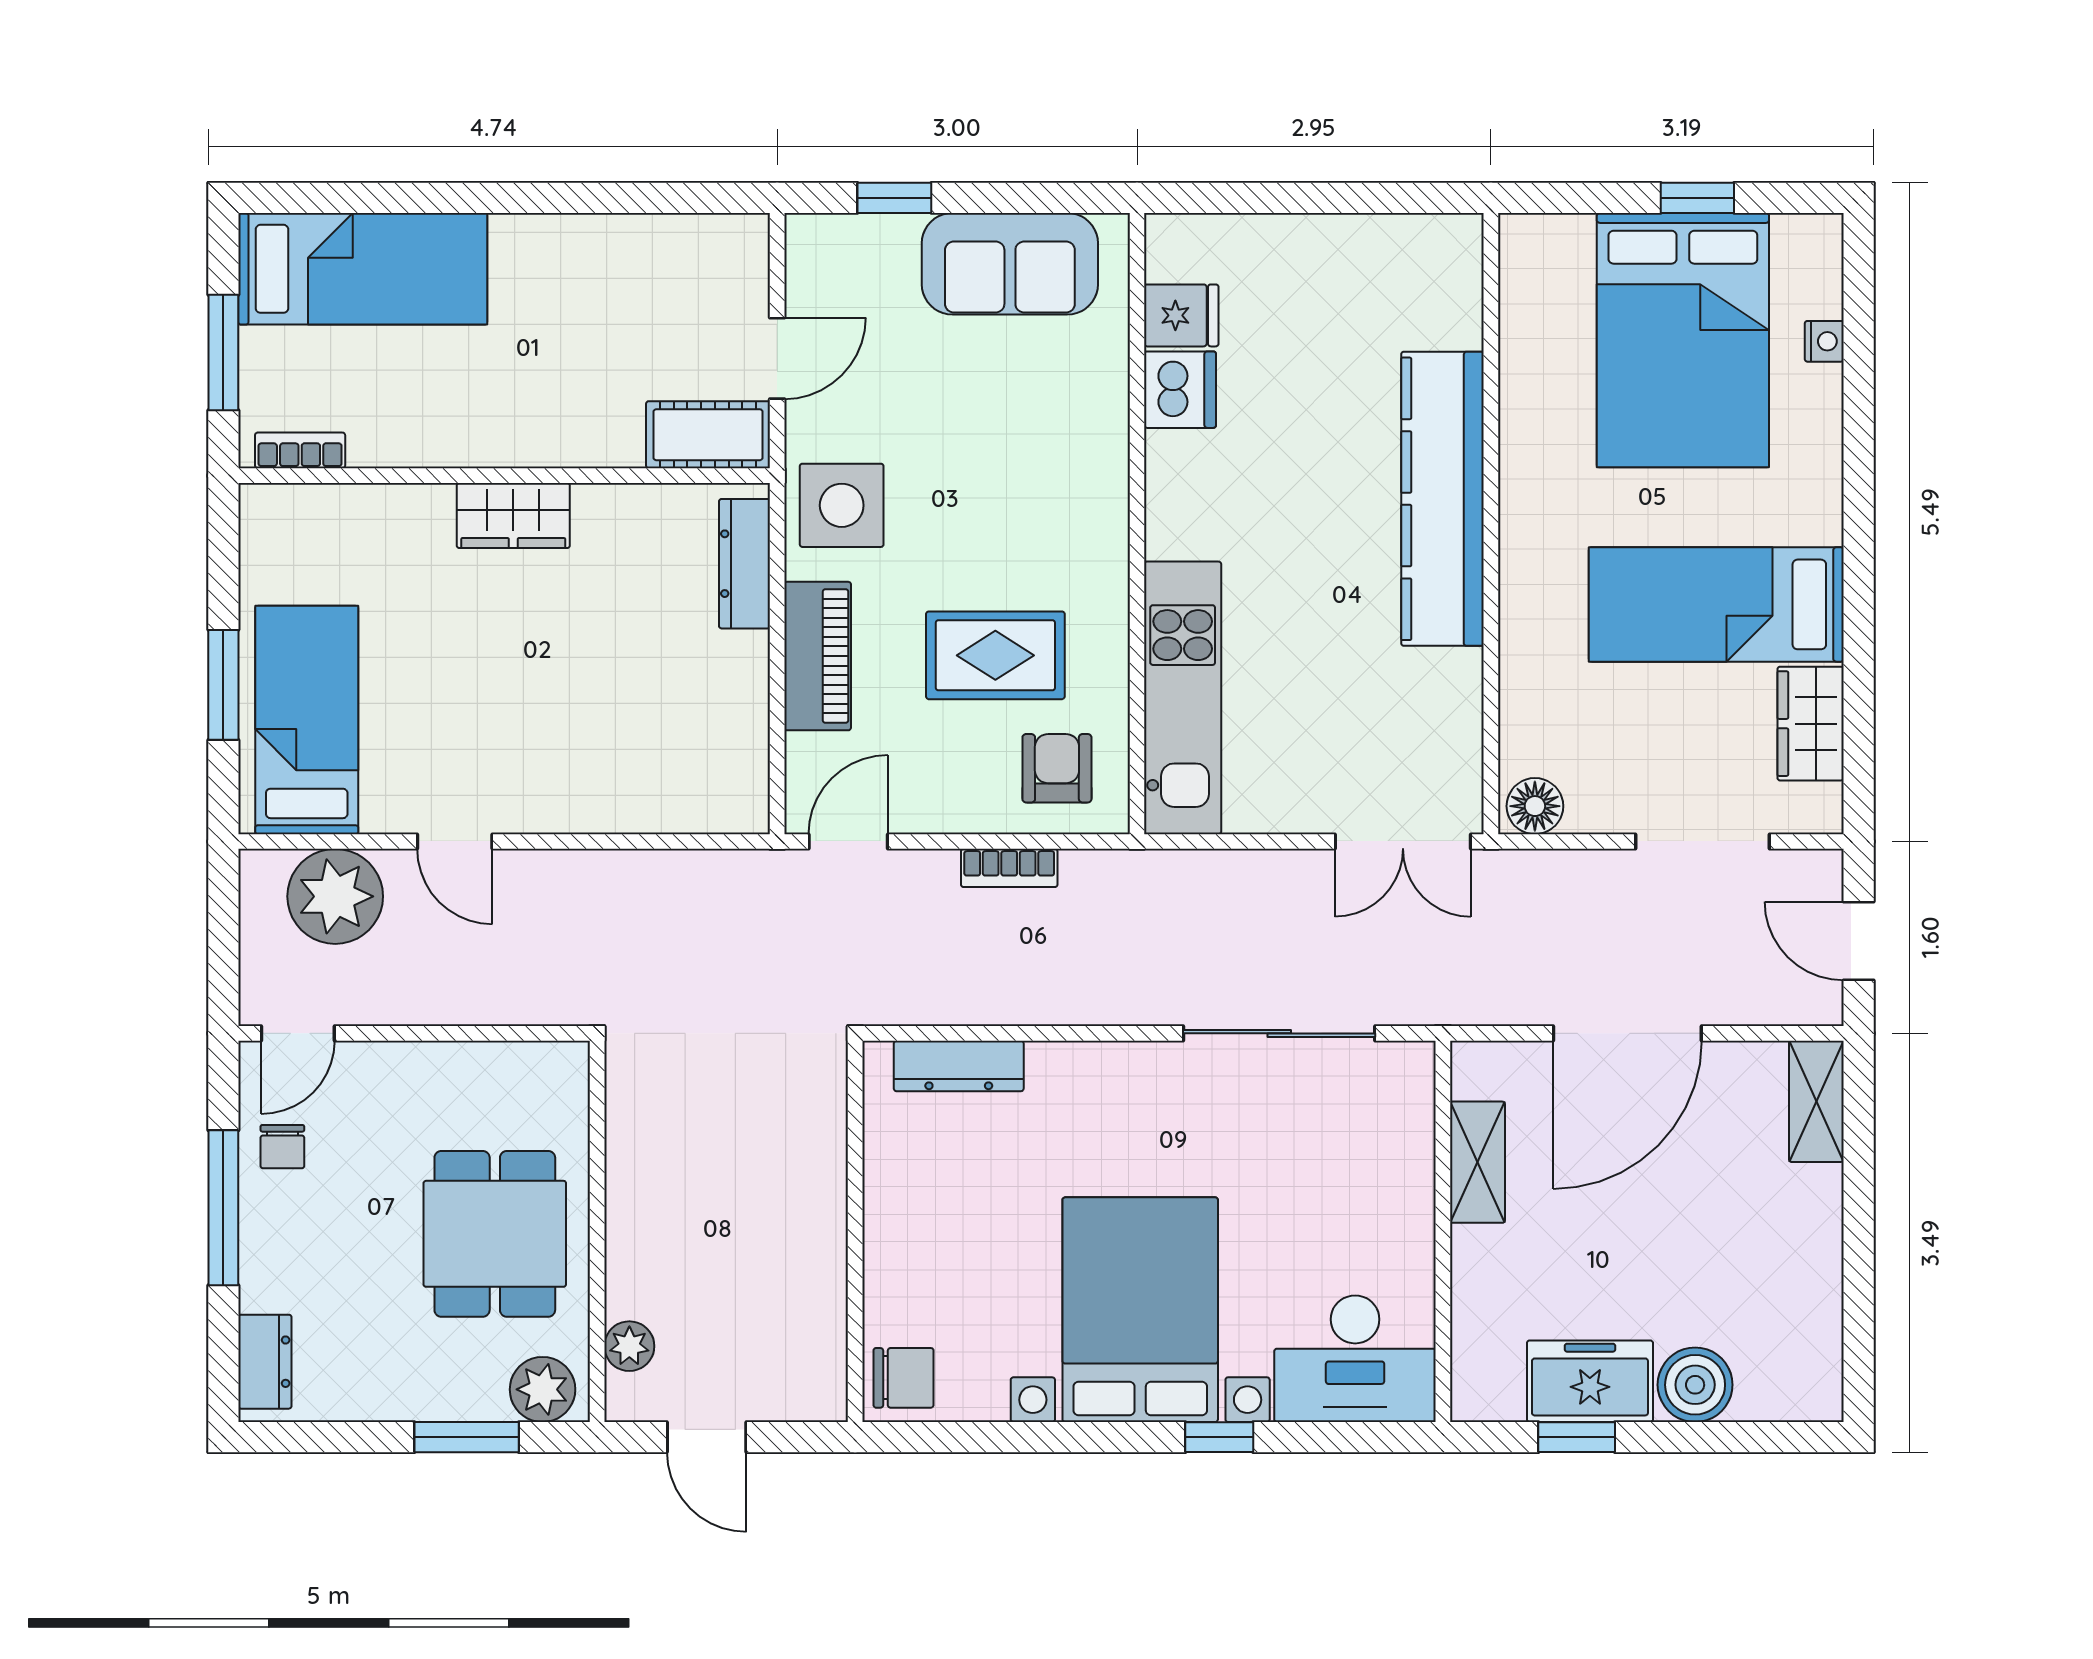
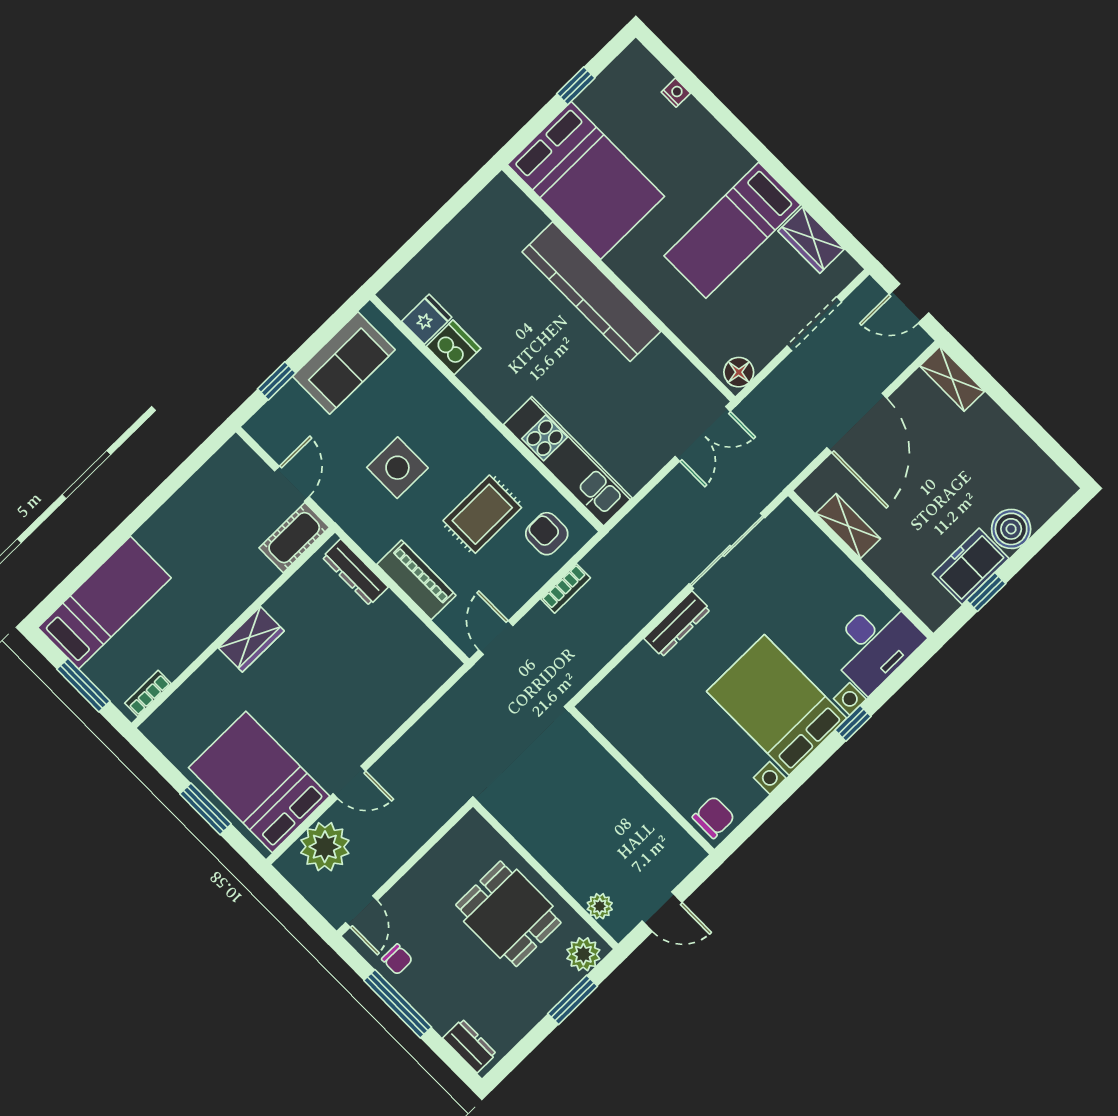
bed: (1683, 340) -> (586, 180), moved
side table: (842, 505) -> (397, 468), moved
bed: (307, 720) -> (259, 782), width x1.50
dresser: (959, 1066) -> (677, 624), moved

